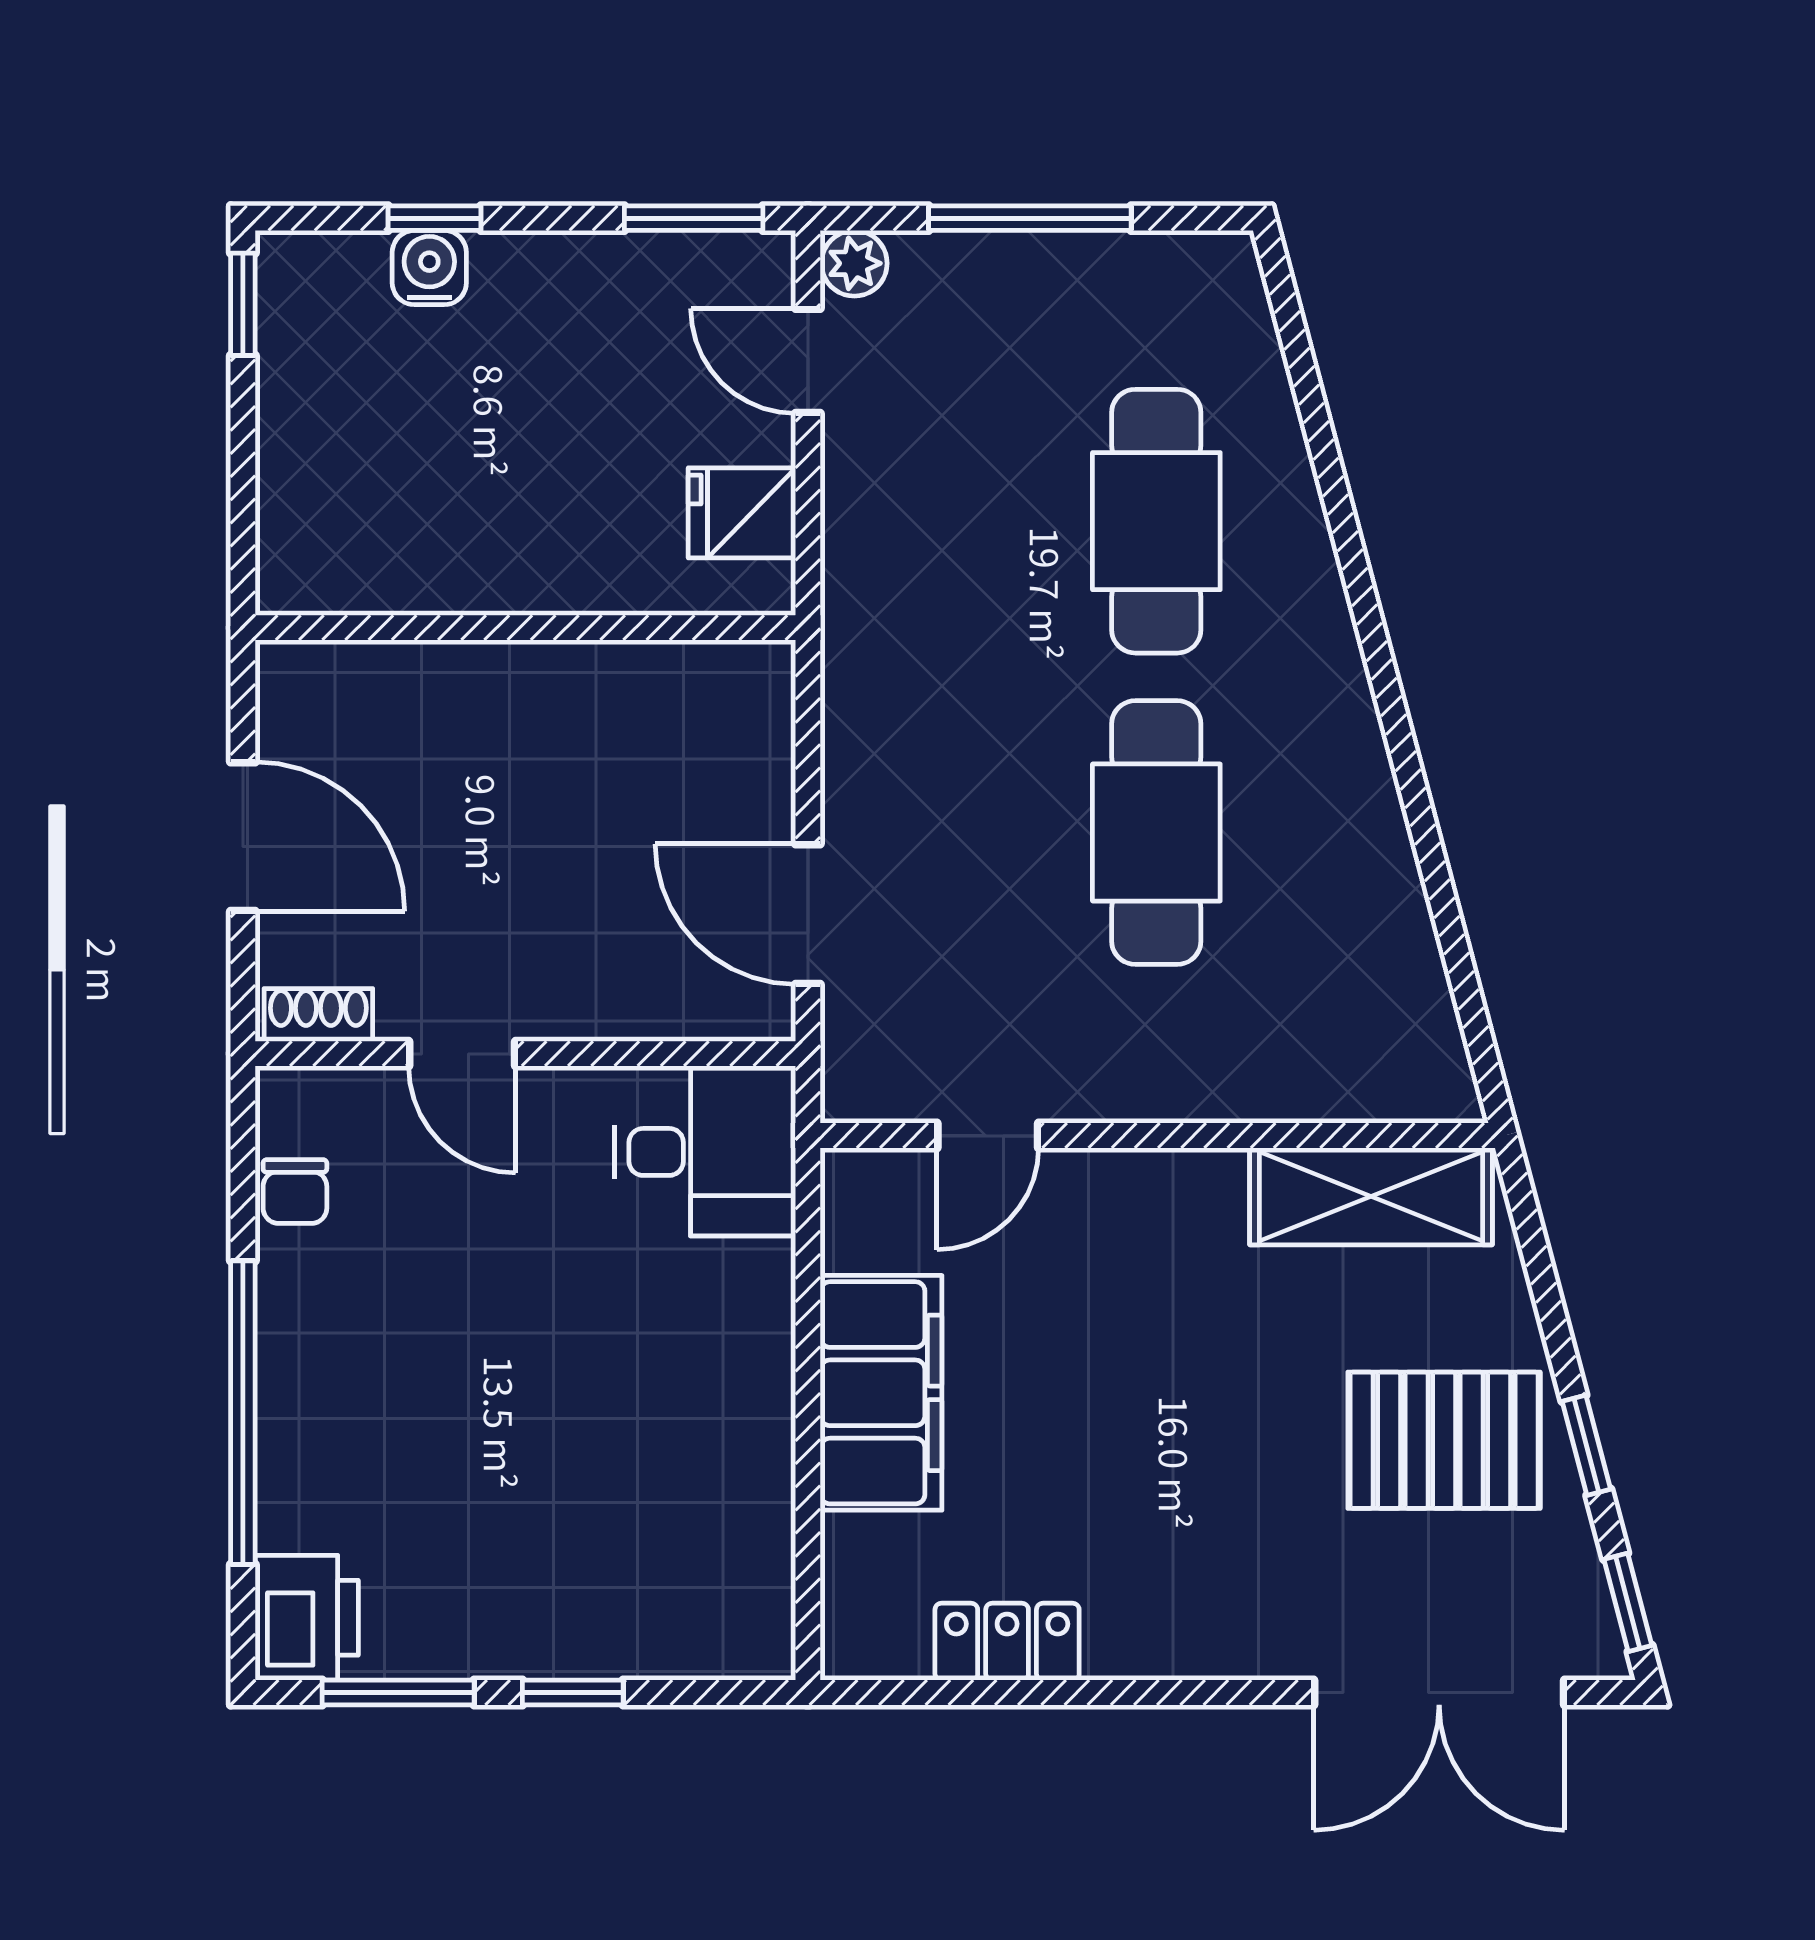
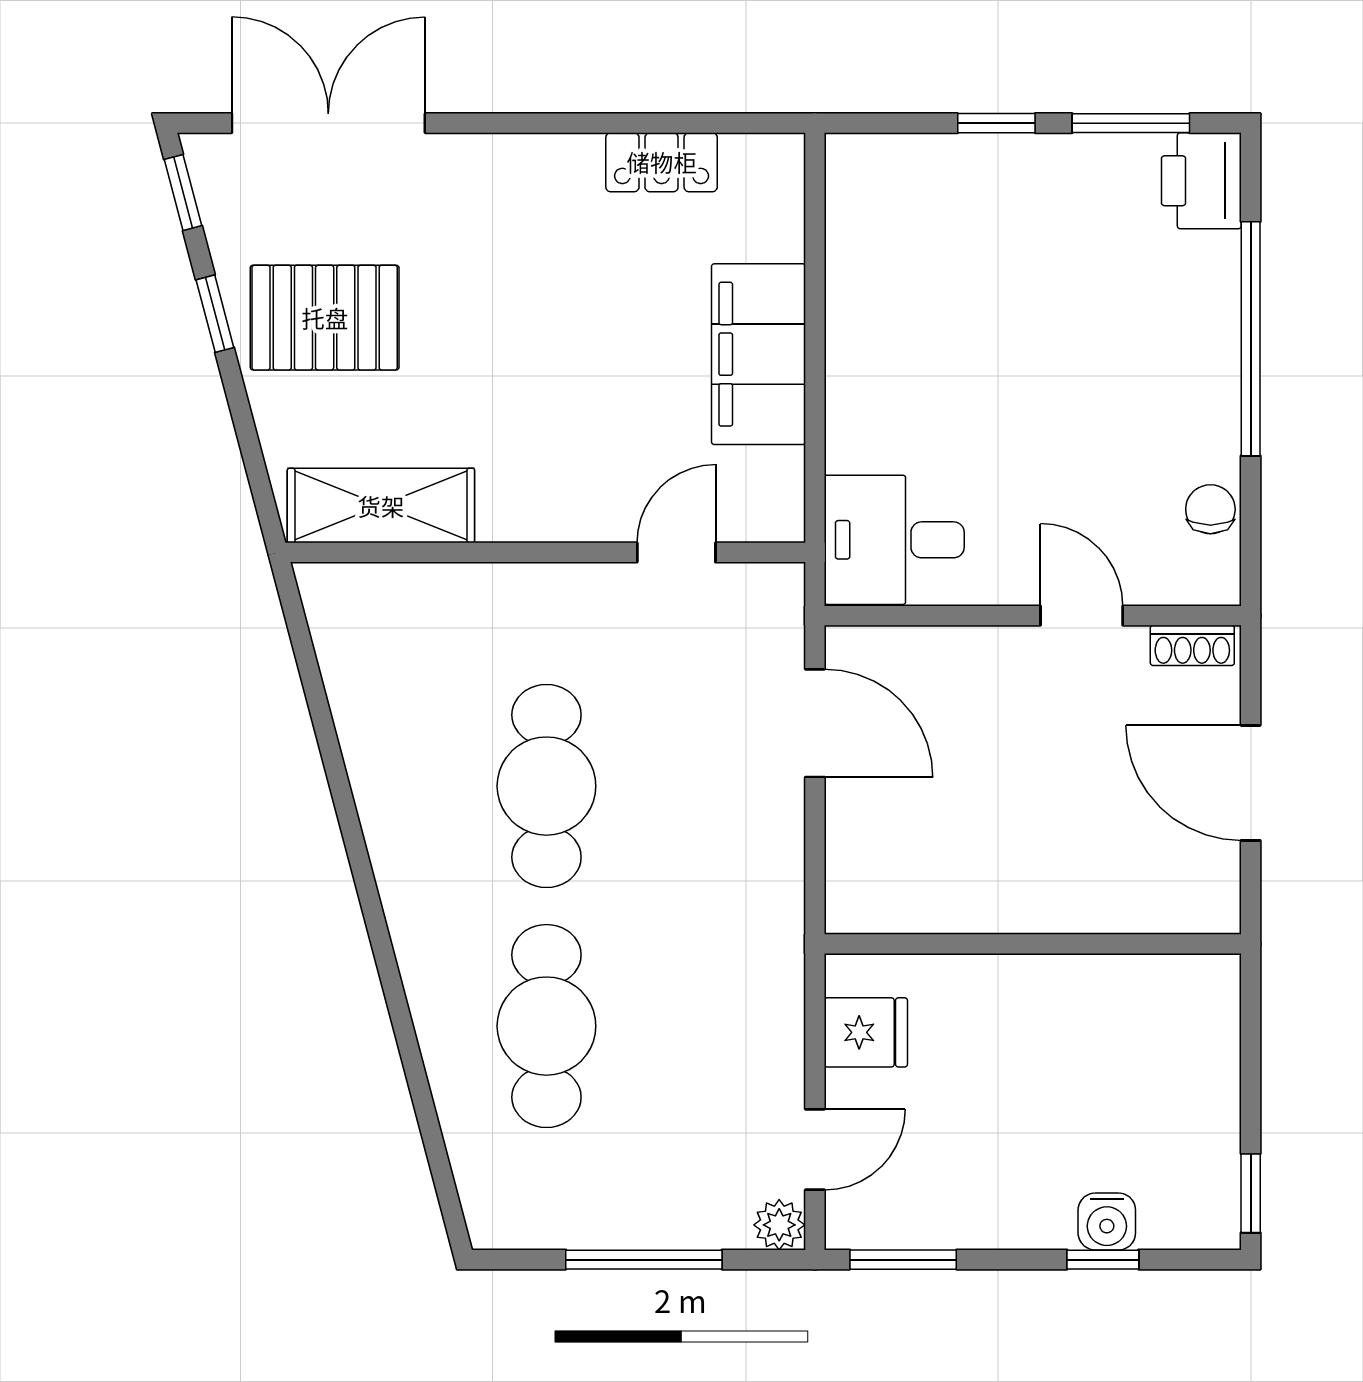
door: (808, 361) -> (815, 1150), hinge flipped

